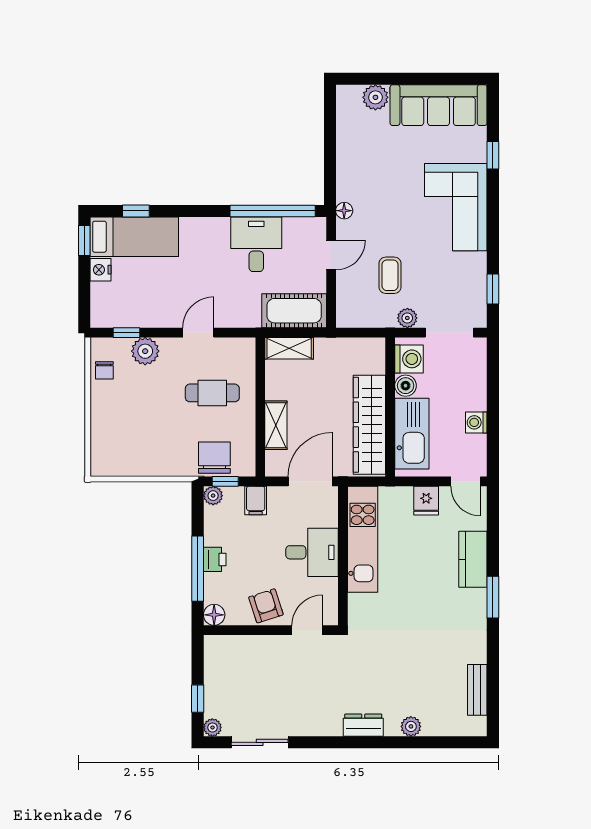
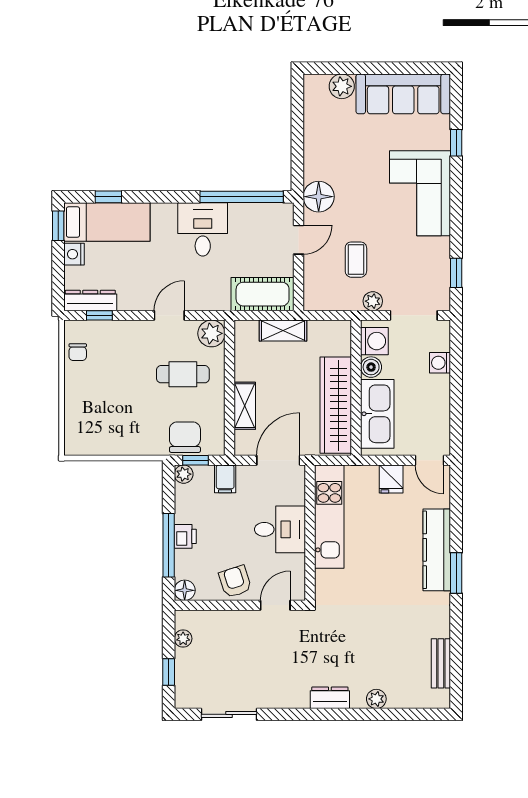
floor lamp: (344, 211) -> (319, 197), width x1.89, depth x1.89
desk: (256, 244) -> (203, 229), moved
dresser: (117, 317) -> (90, 300), added
shelving: (289, 348) -> (283, 331), moved
plant: (145, 351) -> (211, 333), moved
washing machine: (476, 422) -> (440, 363), moved
kitchen counter: (473, 559) -> (437, 550), width x1.50
plant: (212, 727) -> (183, 639), moved

